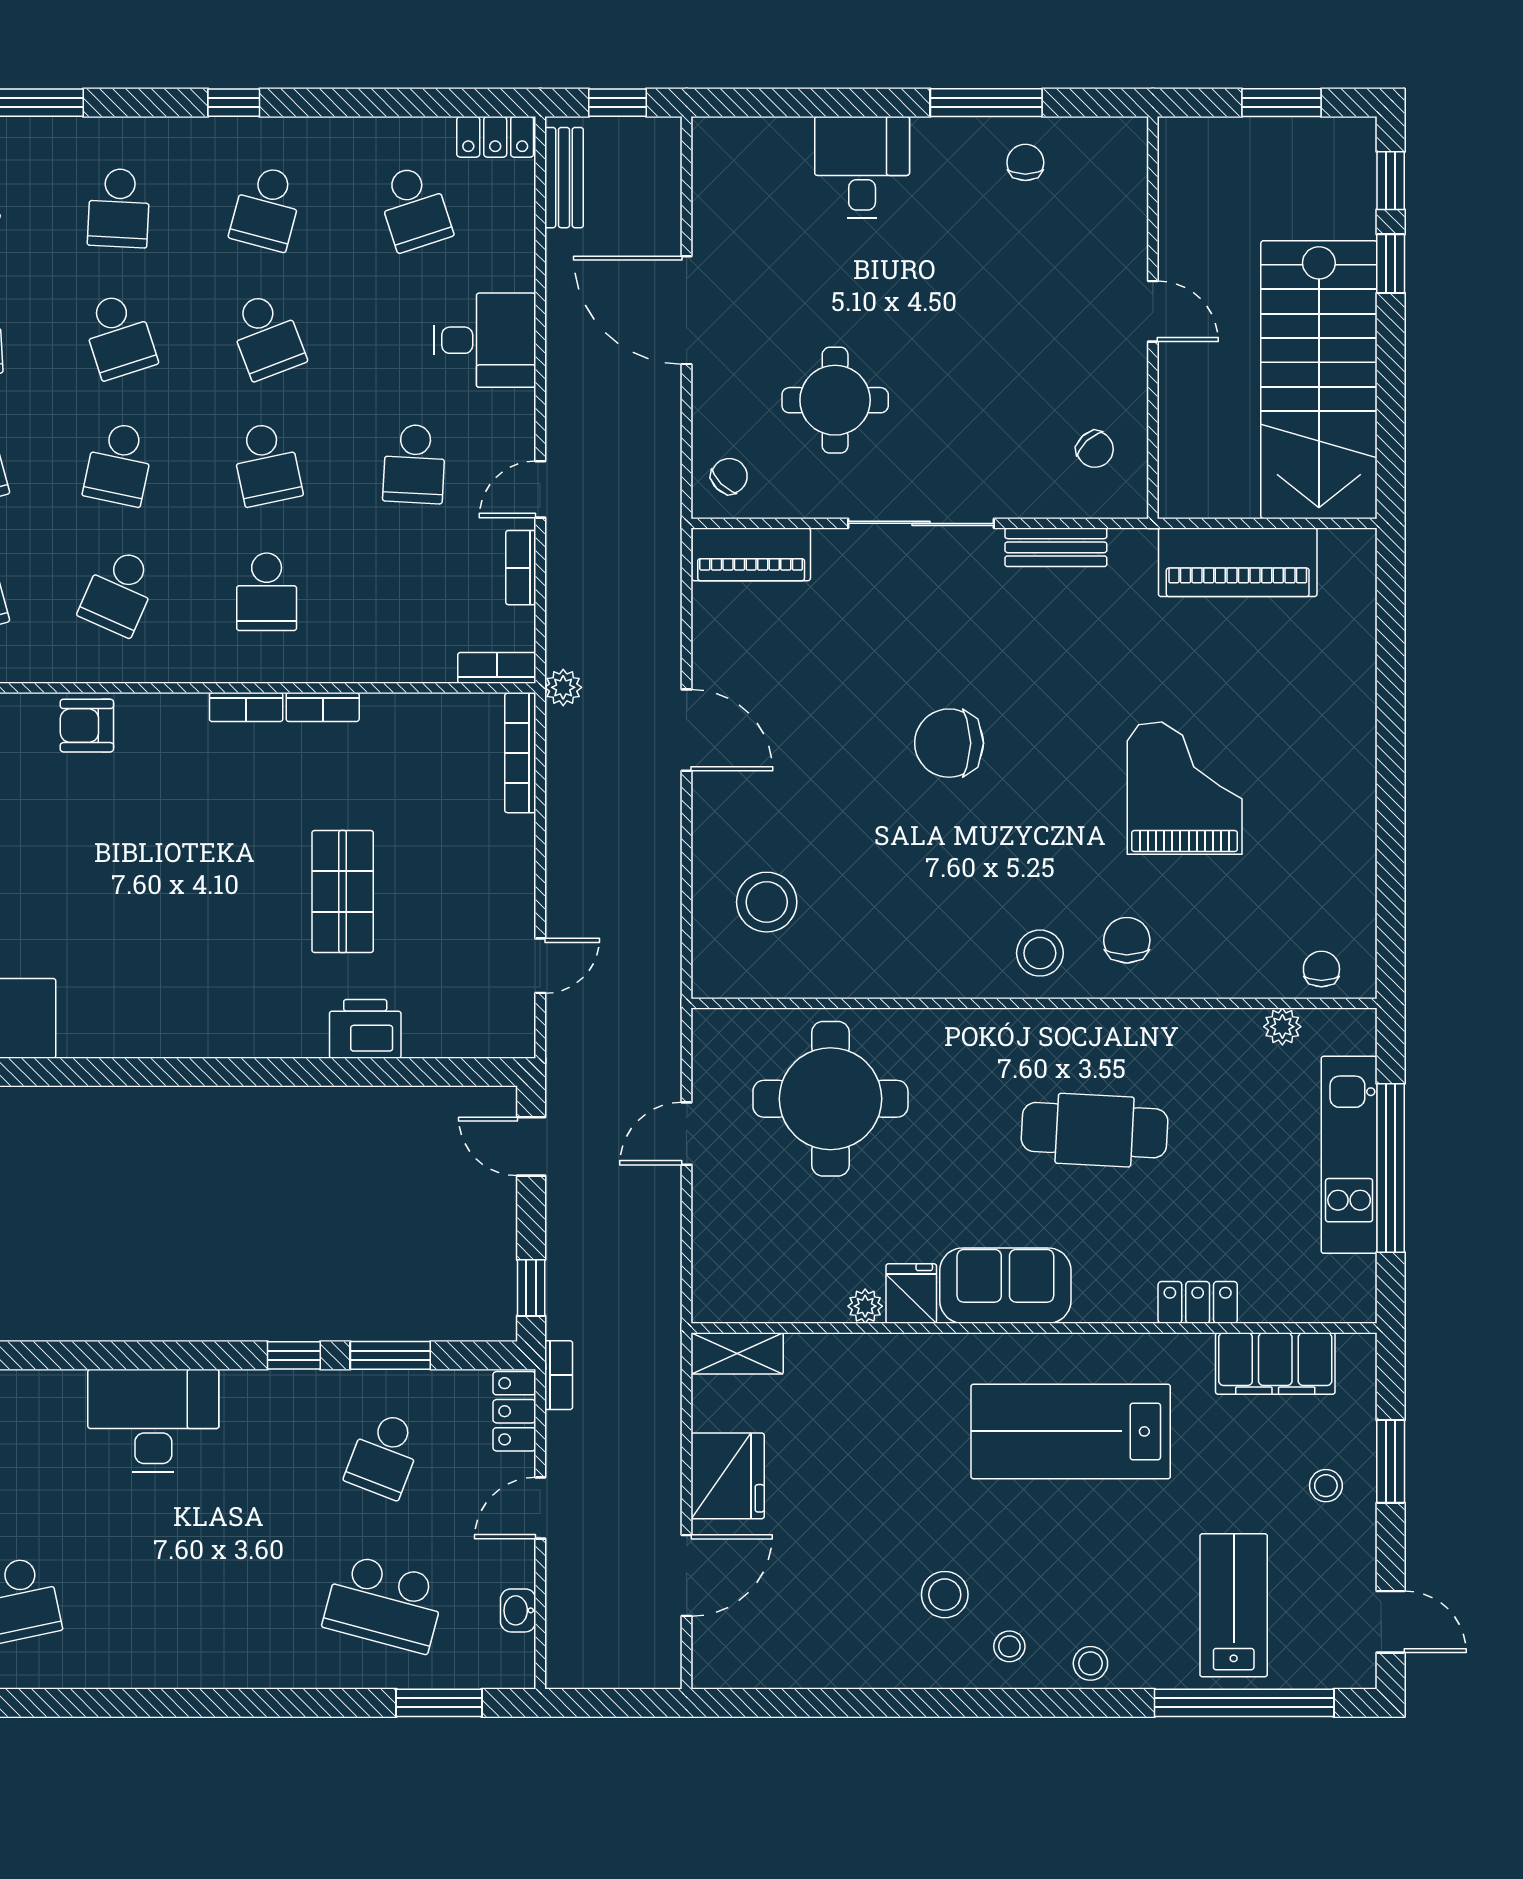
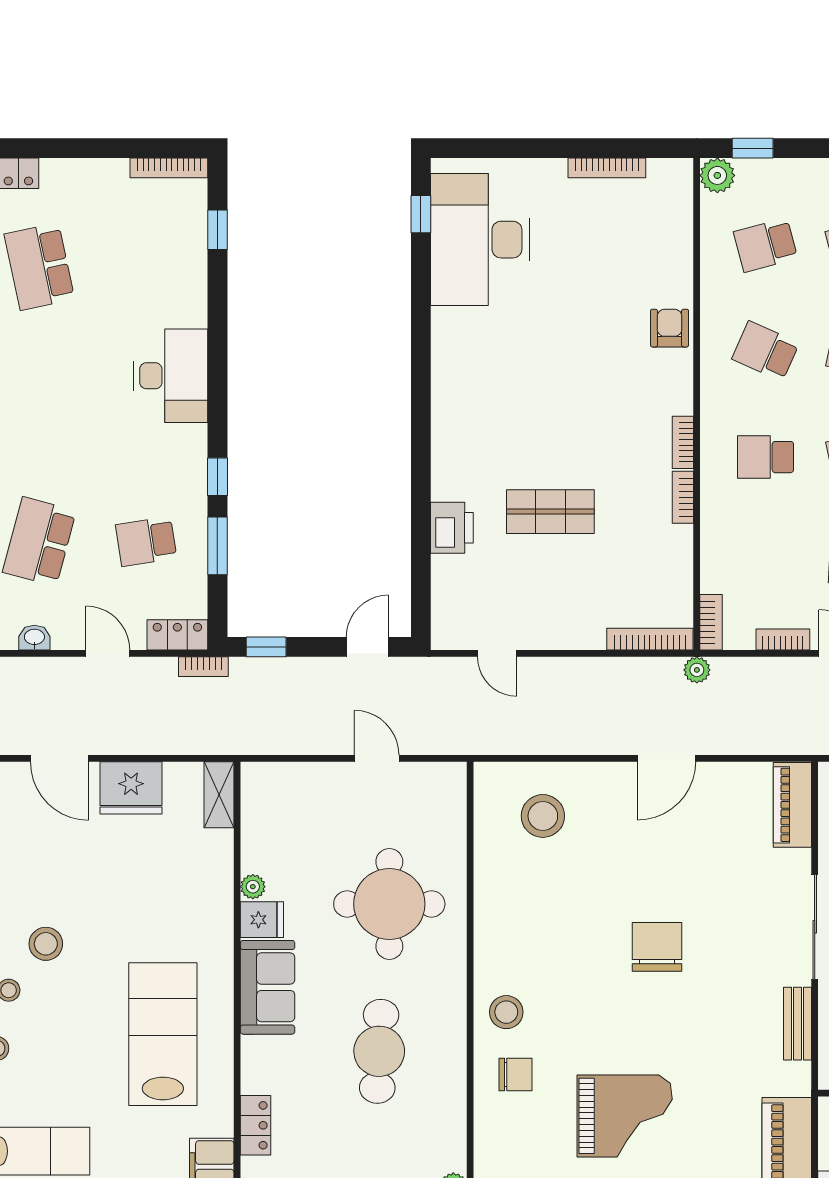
round table: (830, 1099) -> (389, 904), moved
school desk: (384, 1455) -> (146, 541), turned -30

